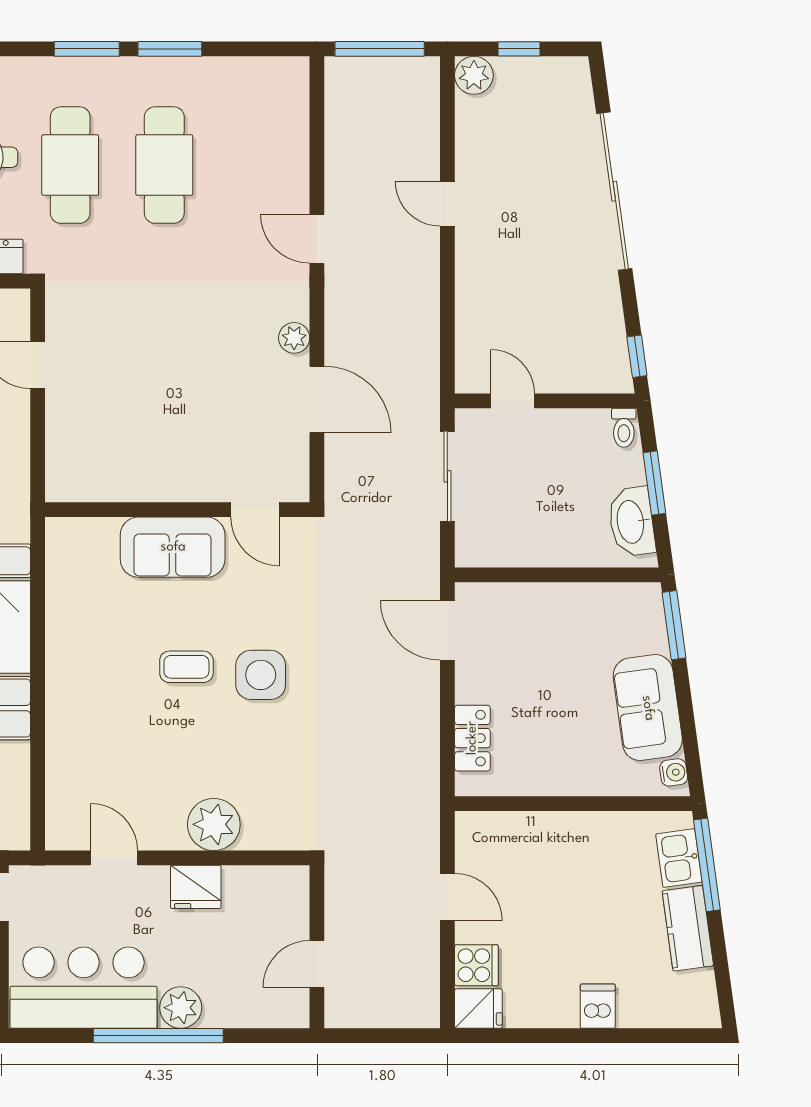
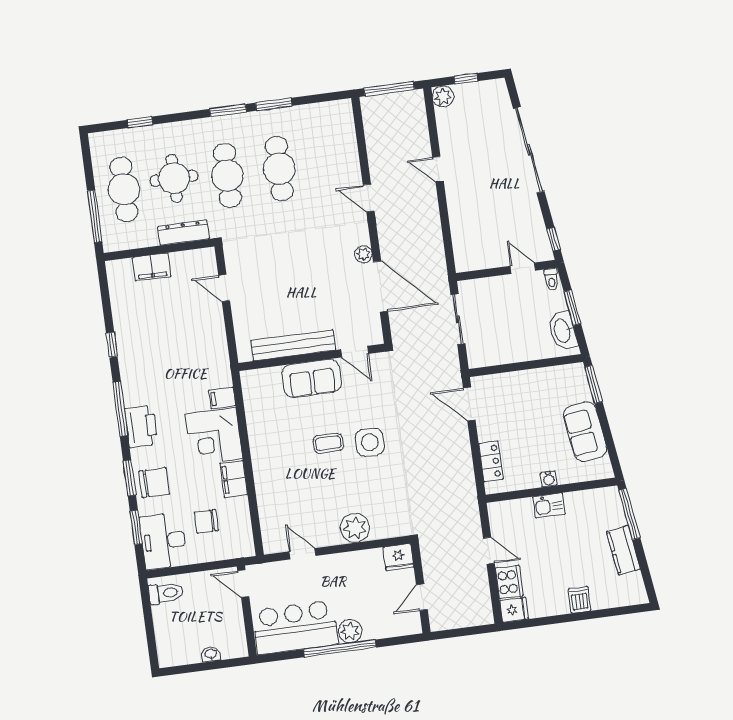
door: (317, 400) -> (380, 286), width x1.36
door: (513, 401) -> (523, 268), moved
bench: (147, 484) -> (293, 345), added
water cooler: (674, 772) -> (549, 479), moved, turned 98
kitchen sink: (679, 858) -> (549, 505), moved, turned -82
fridge: (196, 887) -> (398, 557), moved
cooker: (476, 965) -> (509, 582), width x1.36

